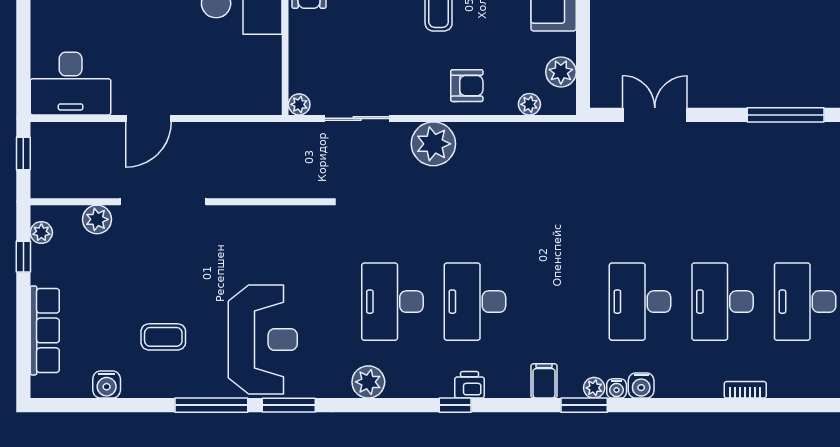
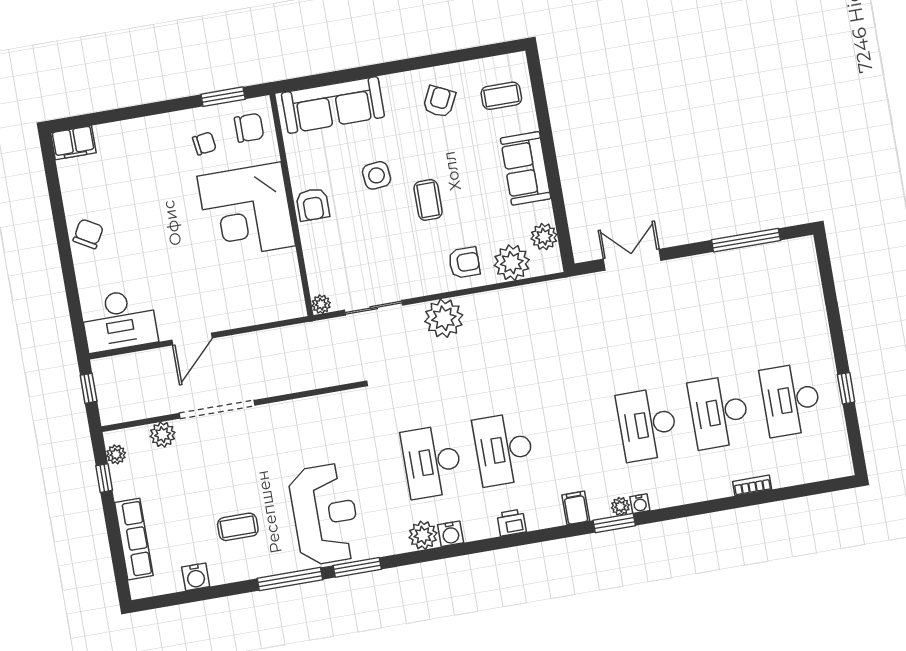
plant: (529, 104) -> (512, 263), width x1.88, depth x1.88
water cooler: (641, 386) -> (451, 534), moved
window: (455, 405) -> (502, 542), removed

